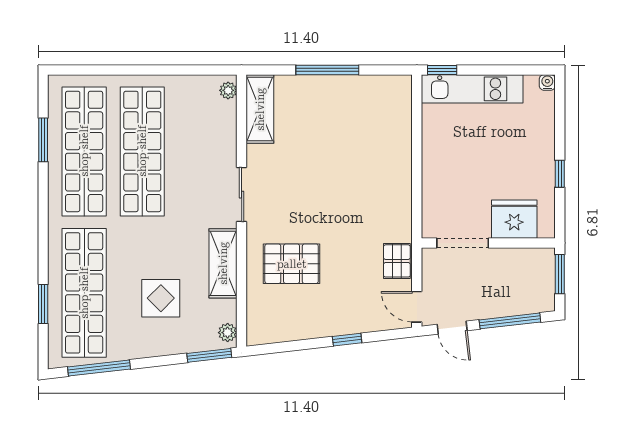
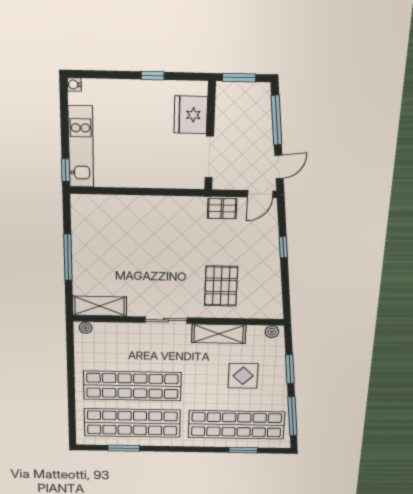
window: (209, 355) -> (290, 369), moved

